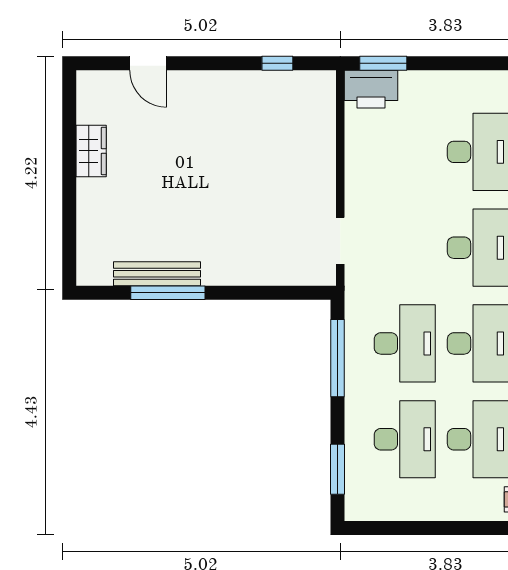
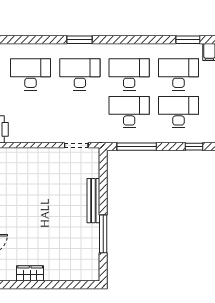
bench: (157, 274) -> (93, 201), moved
window: (338, 469) -> (194, 147), width x0.67

